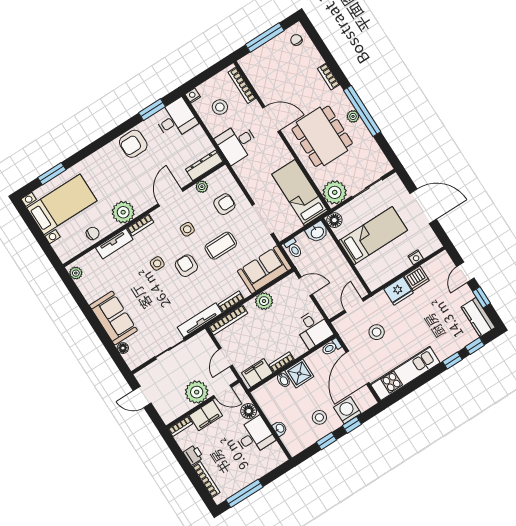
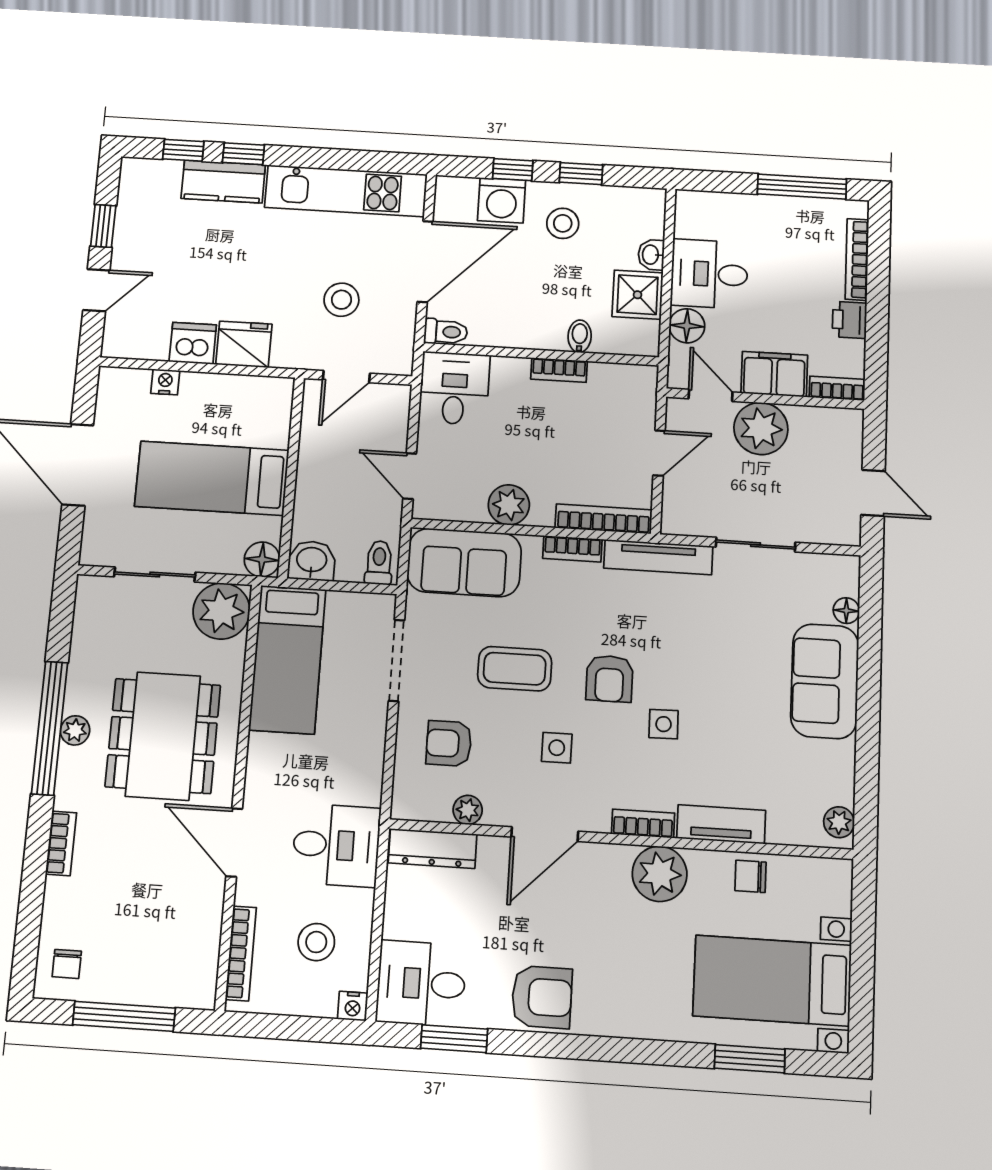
kitchen counter: (478, 317) -> (223, 182), moved, turned 90
filing cabinet: (257, 373) -> (620, 383), removed
shower: (299, 373) -> (638, 295), moved

